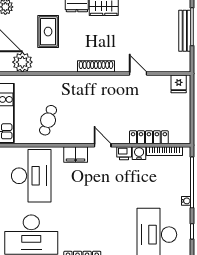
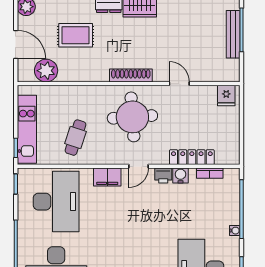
rug: (48, 32) -> (76, 35), turned 90
round table: (97, 102) -> (132, 117), added
door: (103, 145) -> (138, 166), swing flipped
bookcase: (165, 151) -> (210, 173), width x0.64

